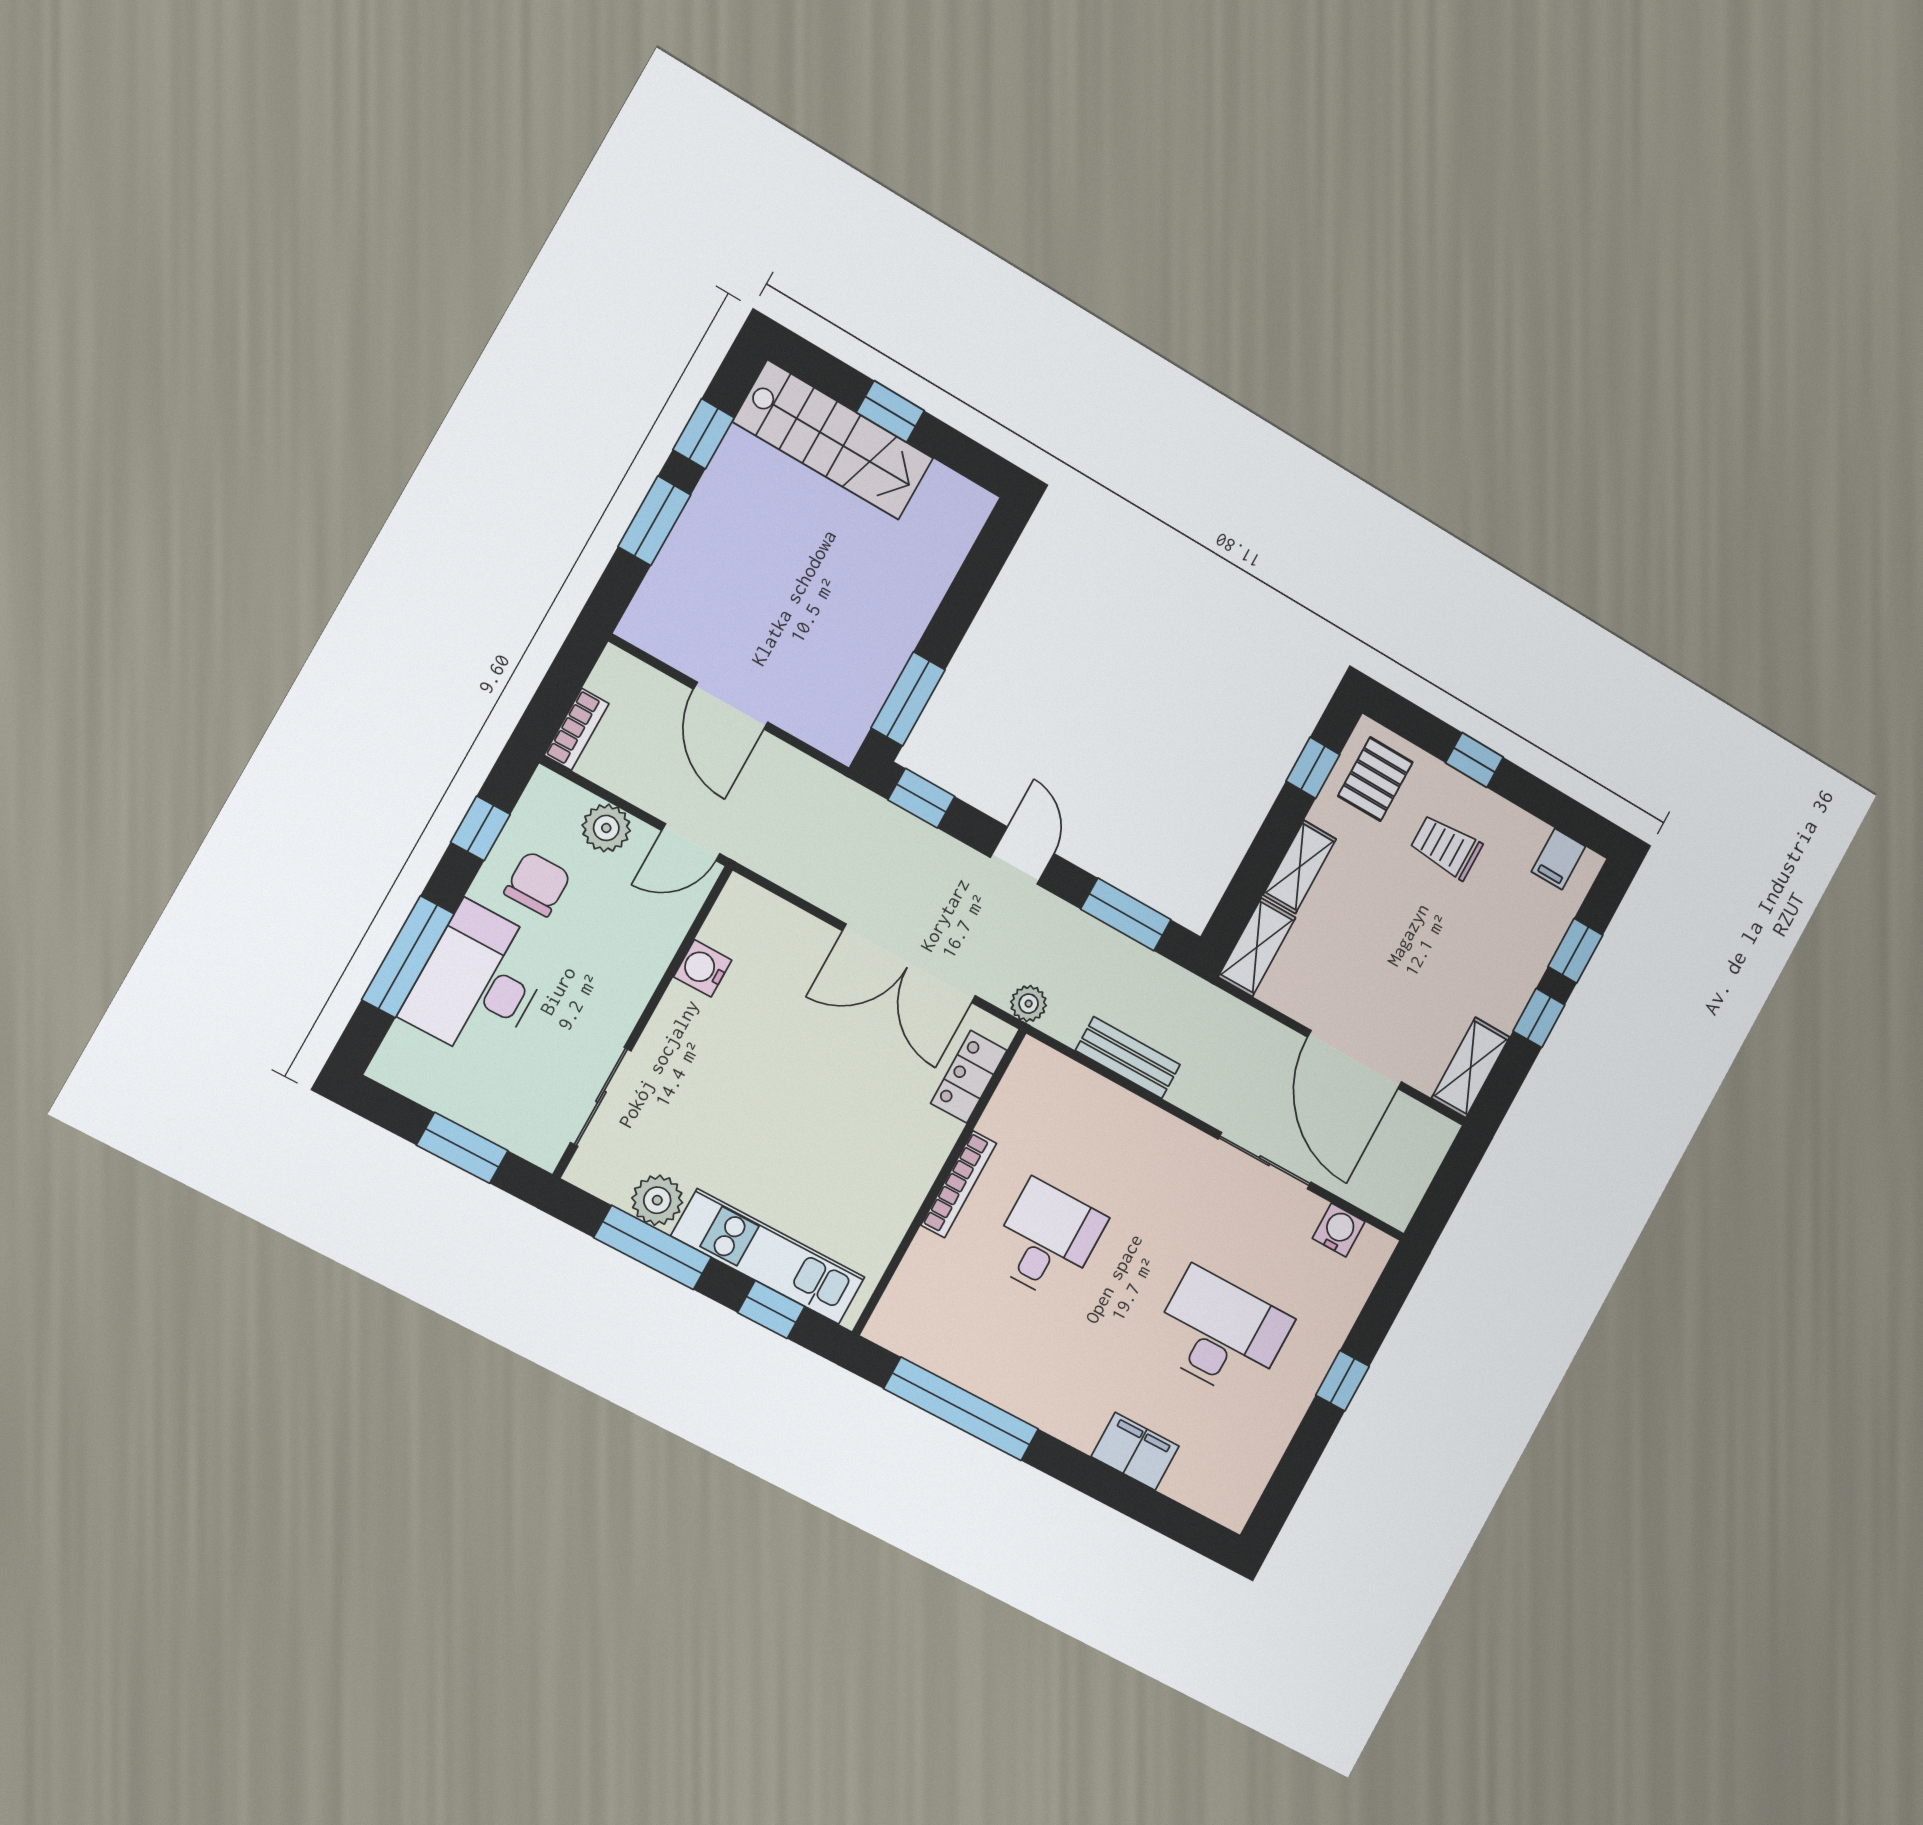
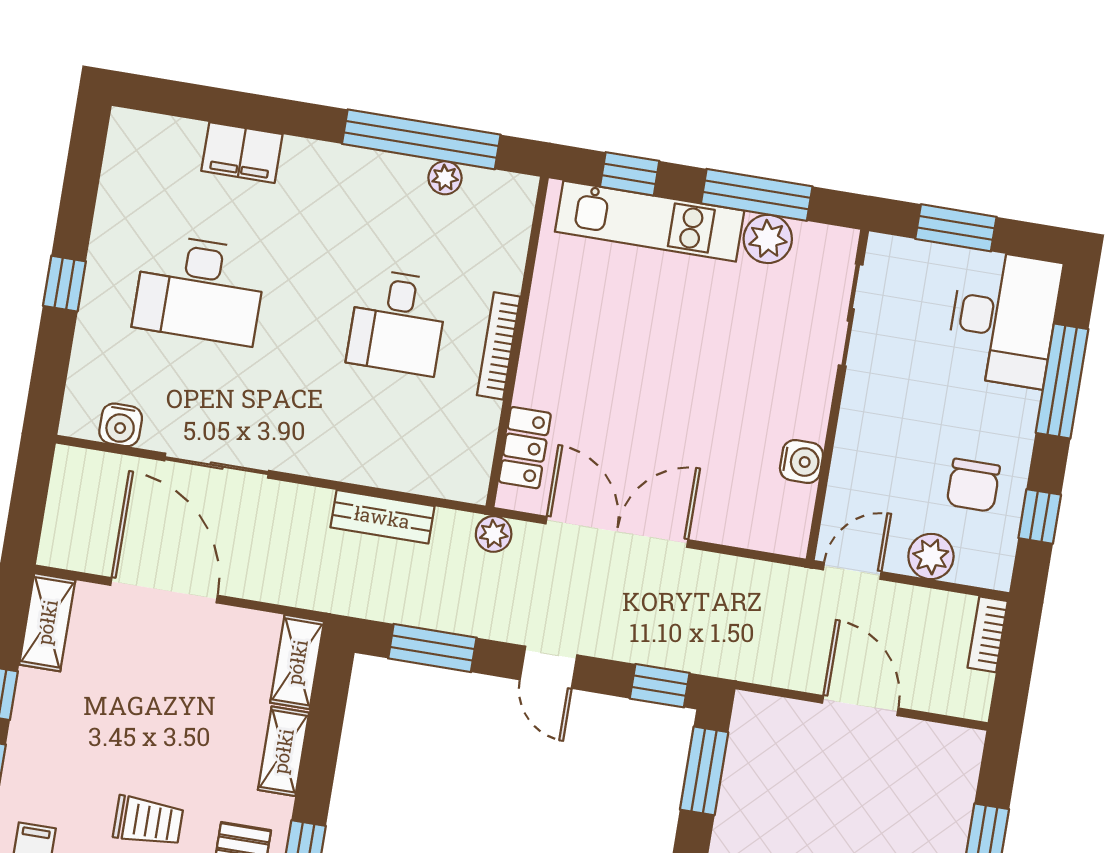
desk: (478, 982) -> (1004, 318), moved
plant: (952, 1364) -> (445, 178), added

